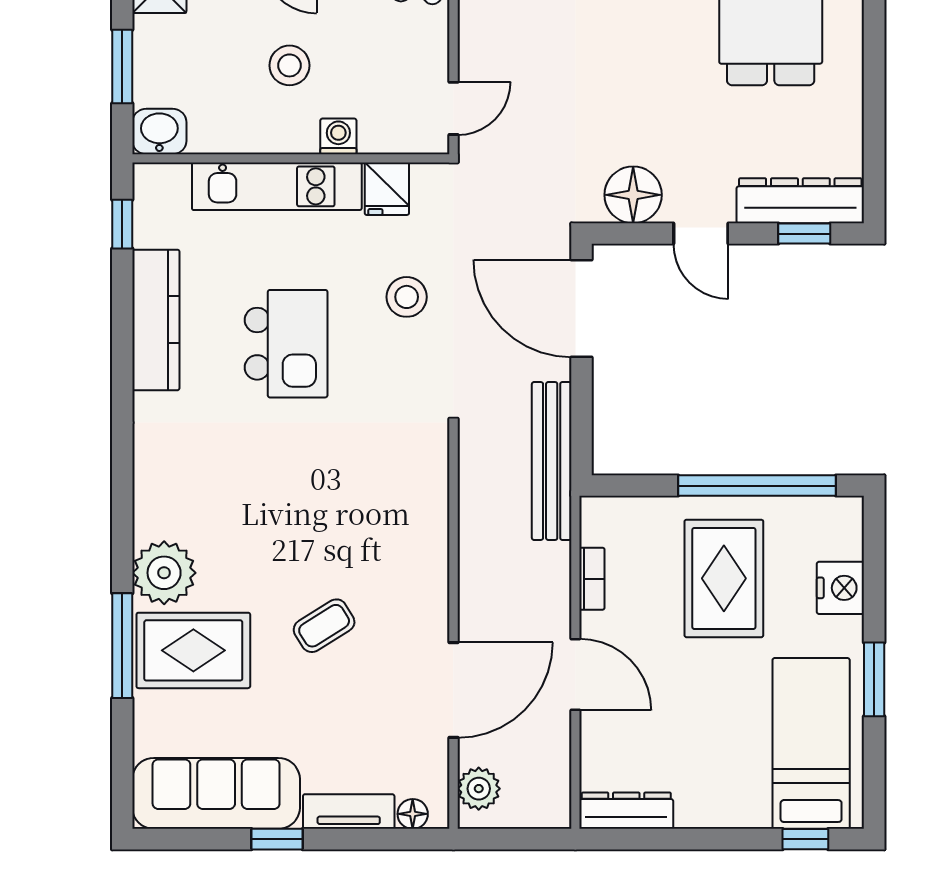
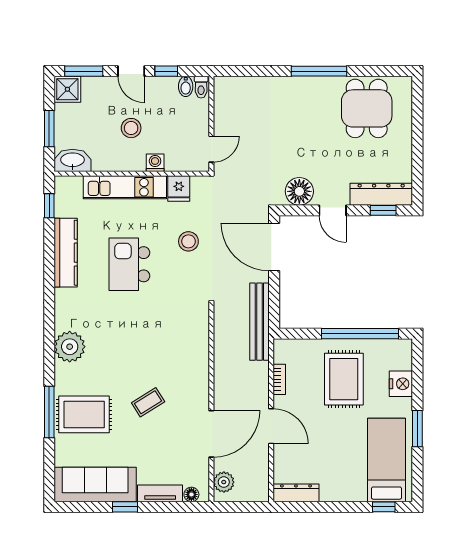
washbasin: (159, 132) -> (72, 160), width x1.38
kitchen island: (286, 344) -> (129, 264), turned 180
plant: (164, 573) -> (70, 347), moved

